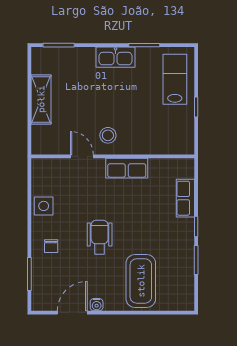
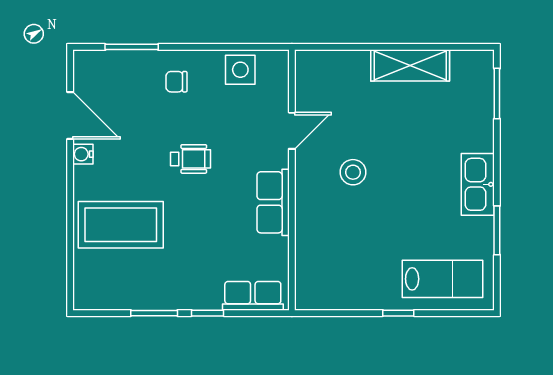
door: (82, 156) -> (292, 131), moved
wall: (113, 156) -> (292, 180), moved
row of seats: (127, 168) -> (273, 202), moved
wheelchair: (100, 237) -> (191, 159), width x0.73, depth x0.73

